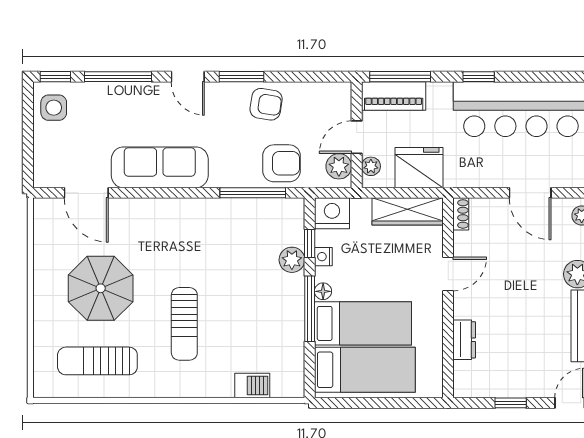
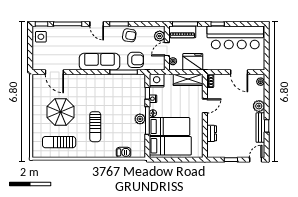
plant: (339, 166) -> (160, 36), moved
sofa: (160, 167) -> (99, 62), moved
plant: (292, 260) -> (140, 119), moved

